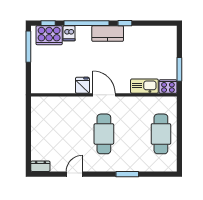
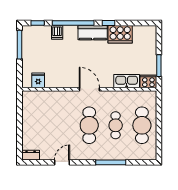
cooker: (49, 35) -> (120, 34), moved
fridge: (82, 85) -> (38, 80), moved
cafe table: (132, 134) -> (116, 125), added
window: (127, 174) -> (111, 162), width x1.44

